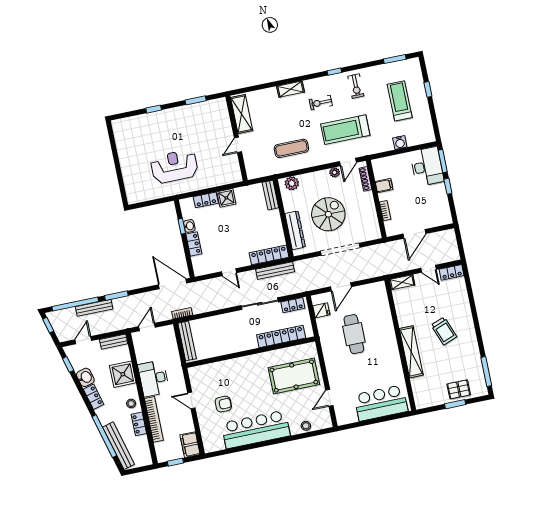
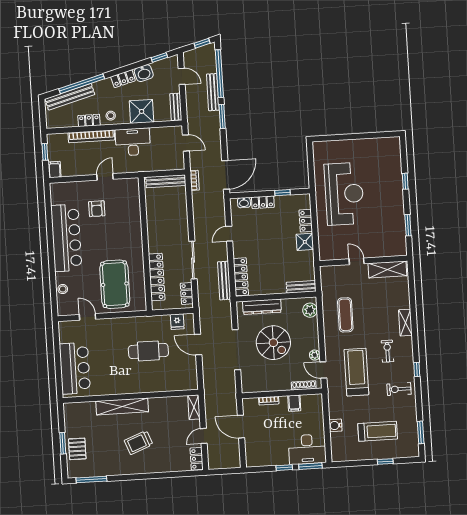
reception desk: (174, 166) -> (344, 194), width x1.36, depth x1.30
washbasin: (189, 226) -> (244, 203), moved
filing cabinet: (190, 445) -> (55, 170), width x0.50

